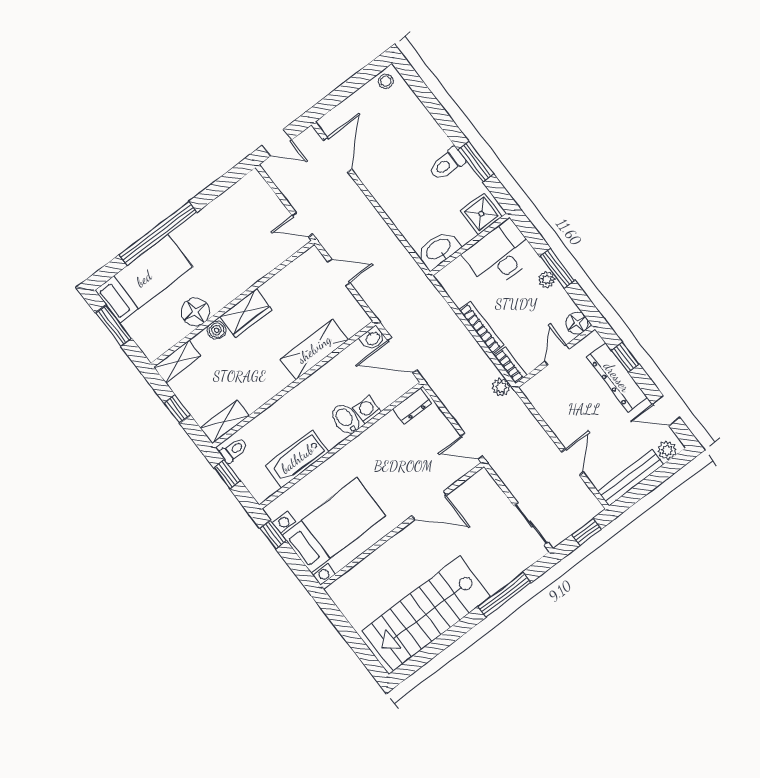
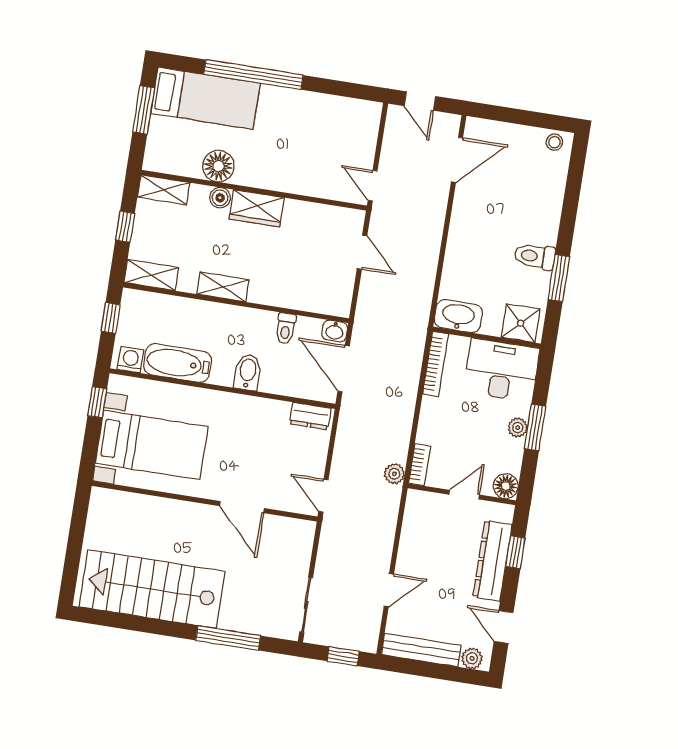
bookcase: (481, 327) -> (435, 364), moved
shelving: (314, 349) -> (223, 287), moved, width x0.67, depth x0.75
washing machine: (367, 410) -> (131, 360), moved
toilet: (234, 450) -> (286, 328), moved, turned 90

